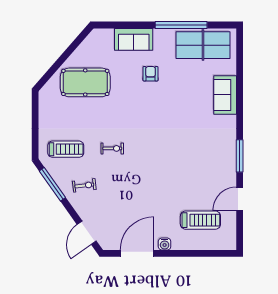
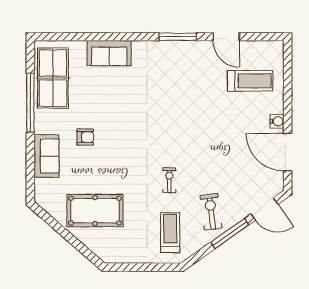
armchair: (151, 74) -> (85, 137), turned 180
pool table: (85, 82) -> (95, 211), turned 90
window: (52, 184) -> (230, 234), moved
exercise bike: (84, 185) -> (211, 212), width x1.38, depth x1.39
treadmill: (200, 220) -> (250, 81), turned 90

